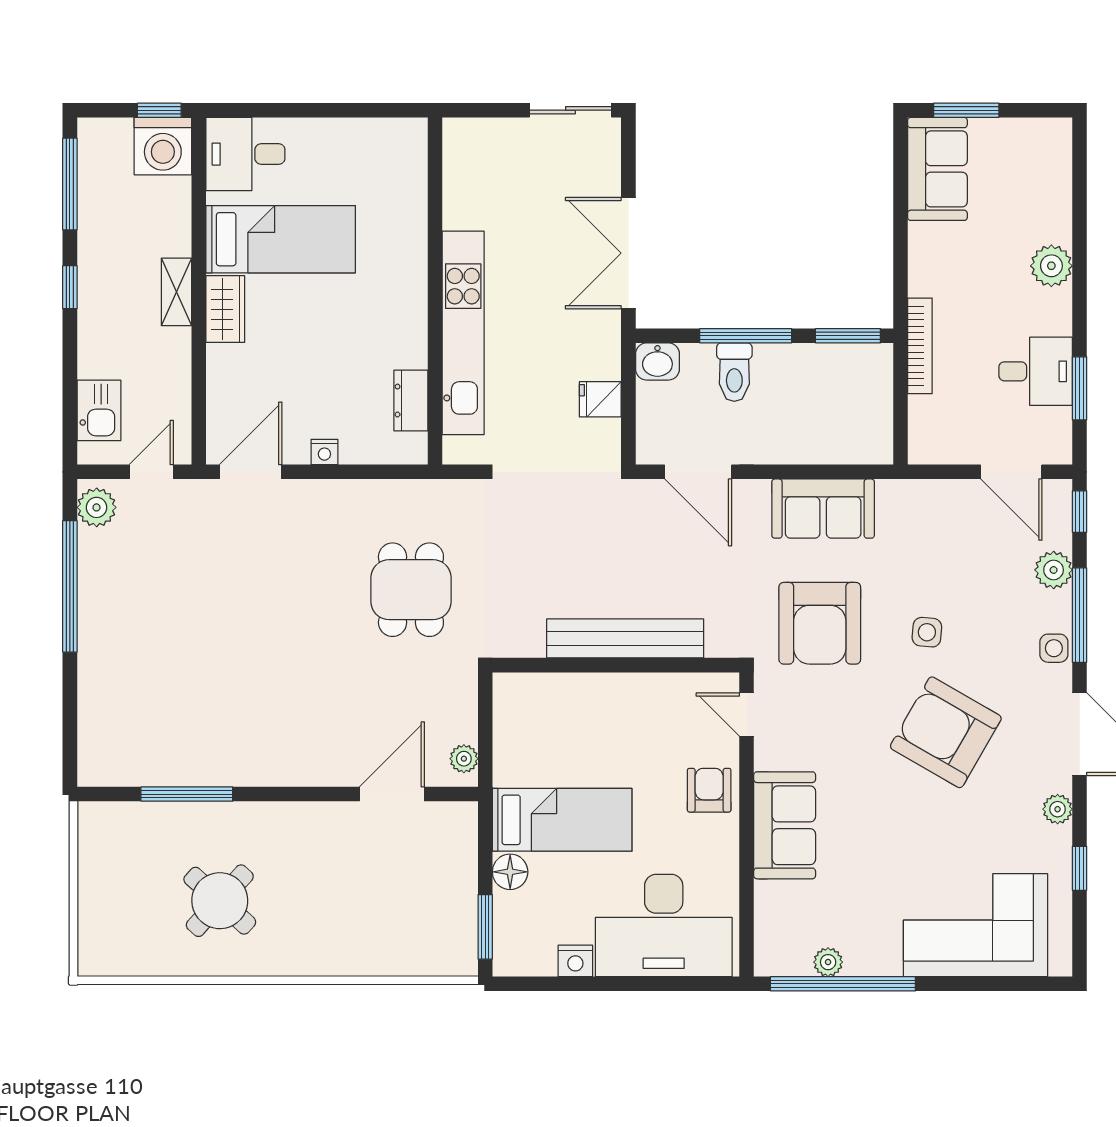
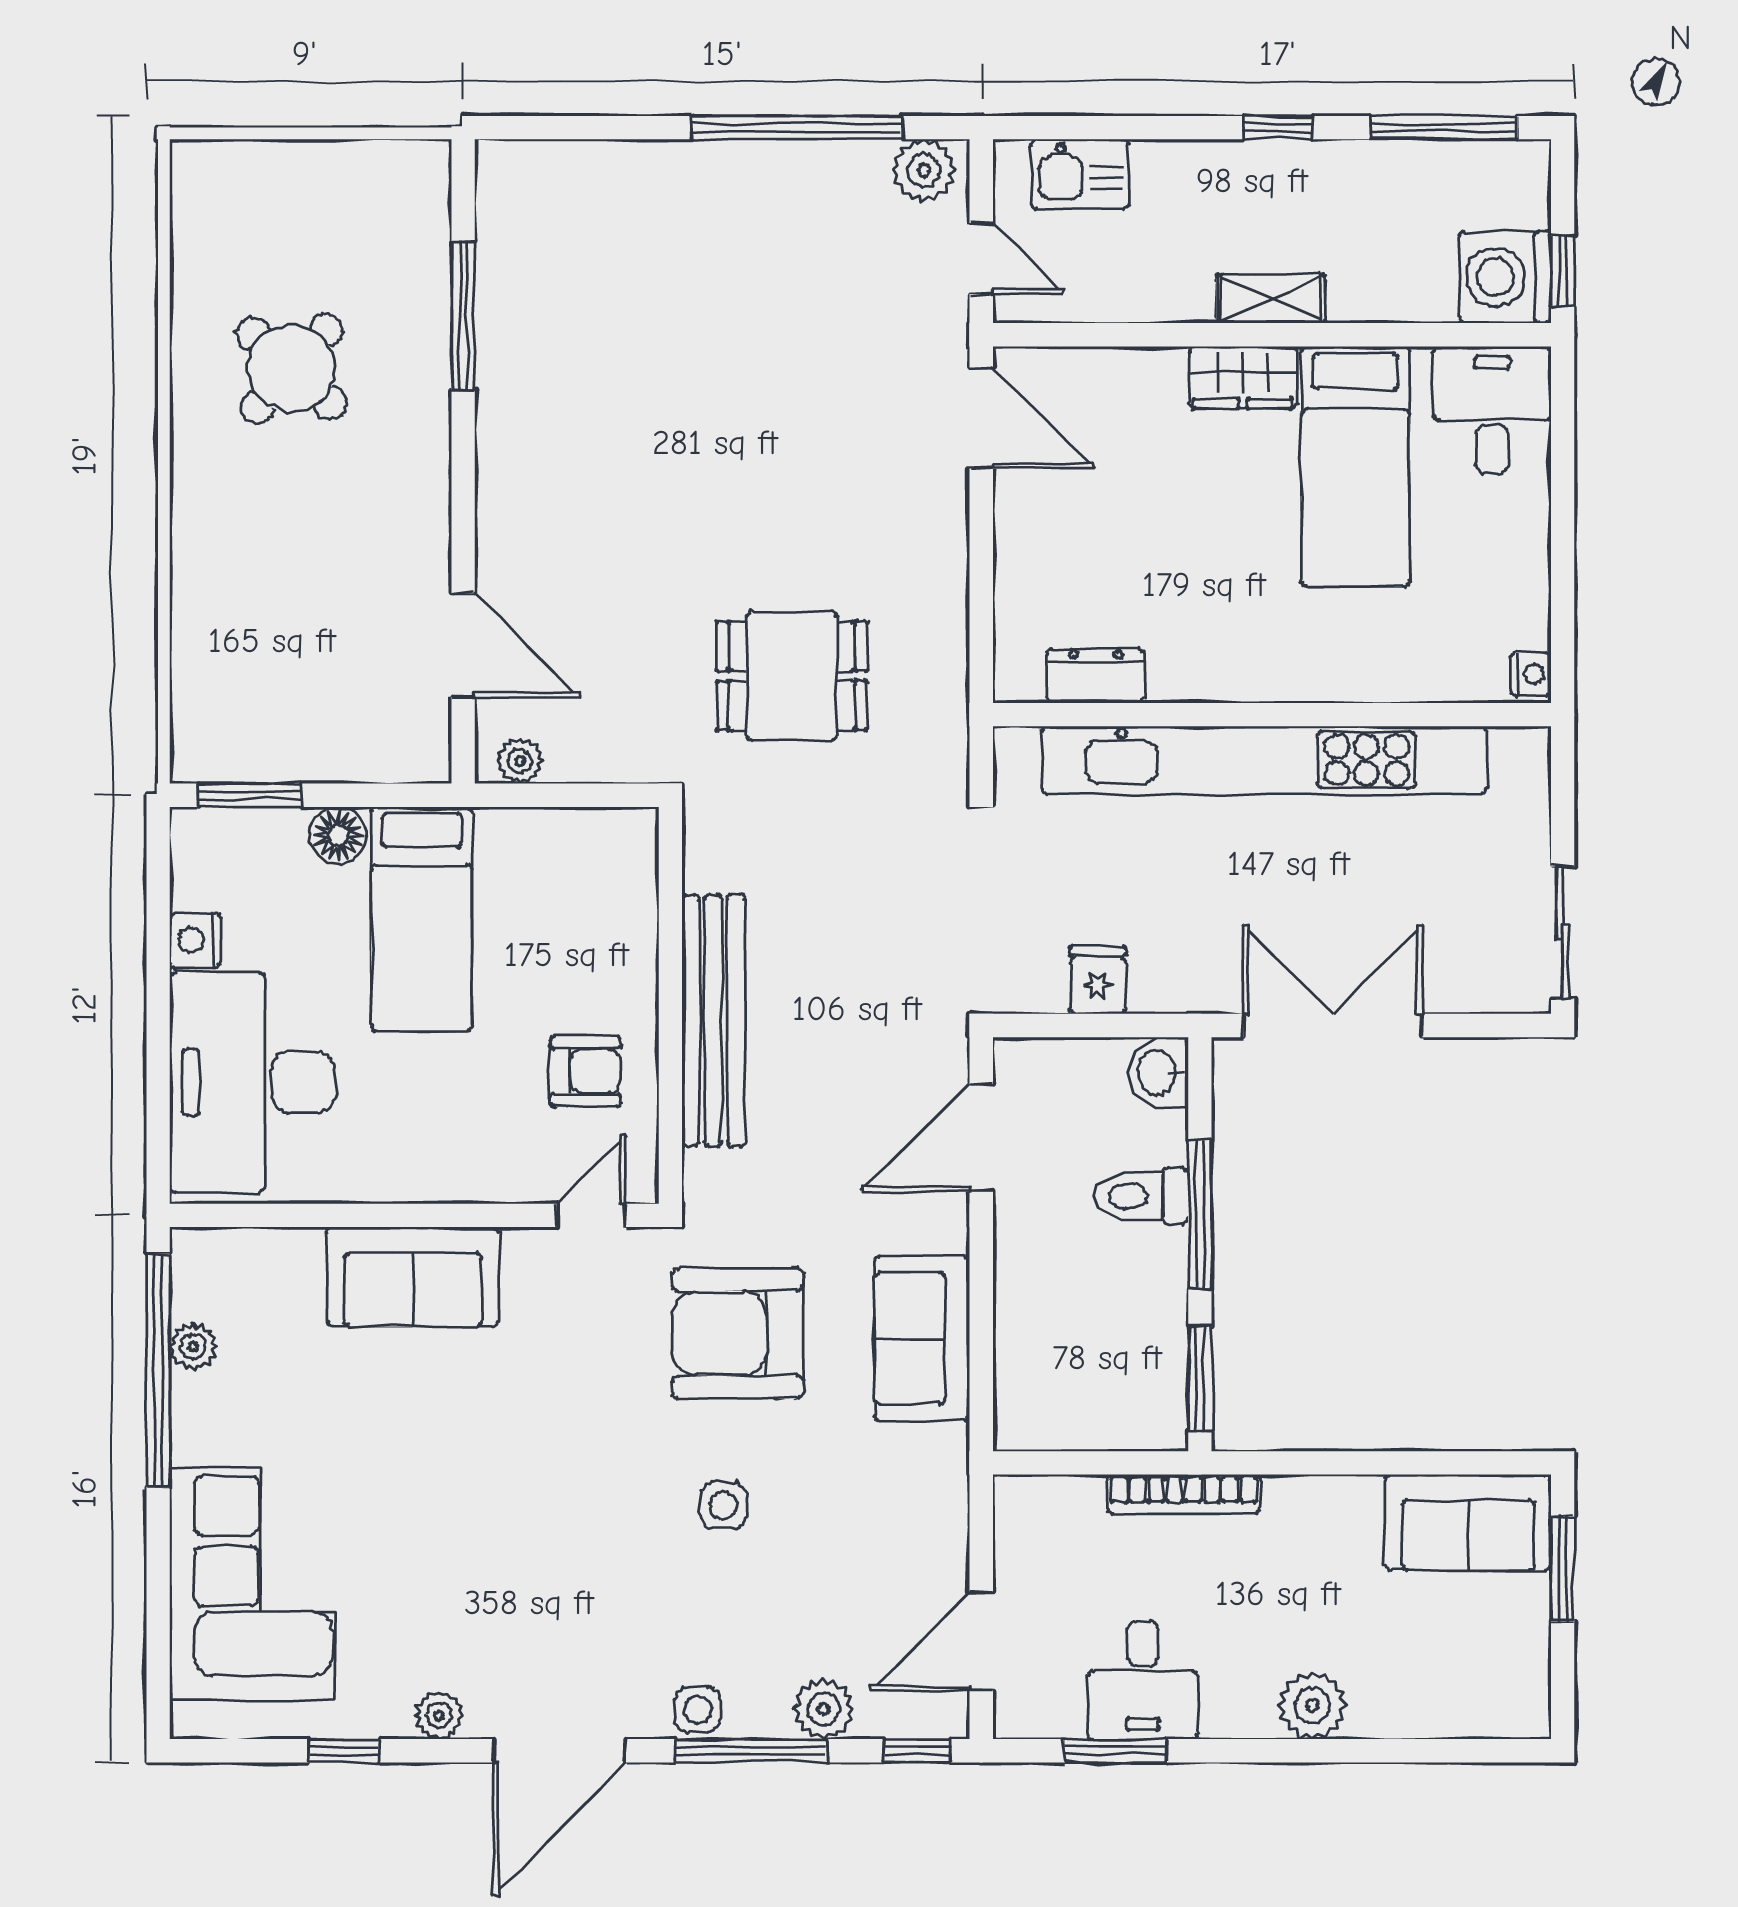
kitchen unit: (463, 333) -> (1264, 760), width x1.36
nightstand: (324, 452) -> (1531, 674), moved, turned 180
armchair: (946, 732) -> (562, 1536), removed
armchair: (709, 790) -> (585, 1071), moved

